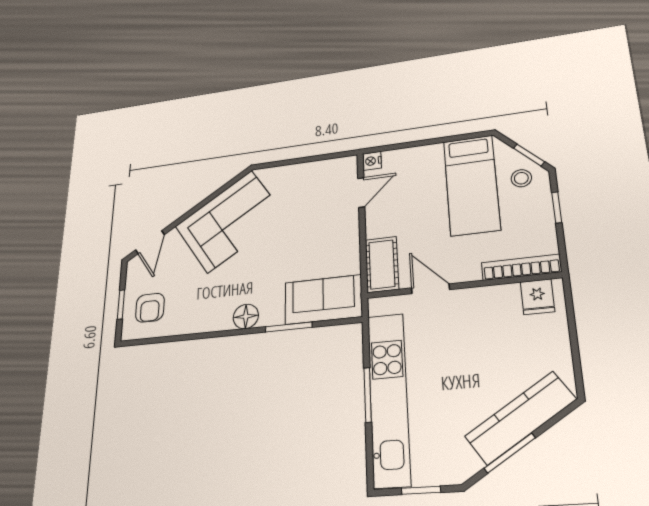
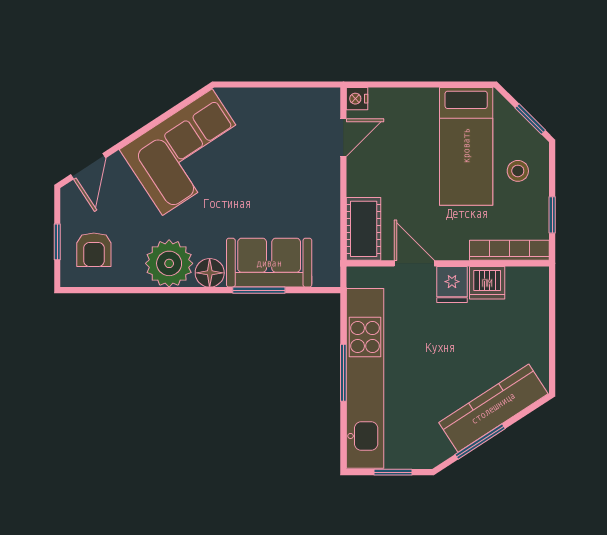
stool: (521, 178) -> (518, 171), moved
window: (557, 207) -> (552, 215), moved
fridge: (537, 297) -> (452, 284), moved
dishwasher: (502, 299) -> (487, 283), added
sofa: (323, 300) -> (269, 263), moved
plant: (211, 312) -> (169, 263), added

